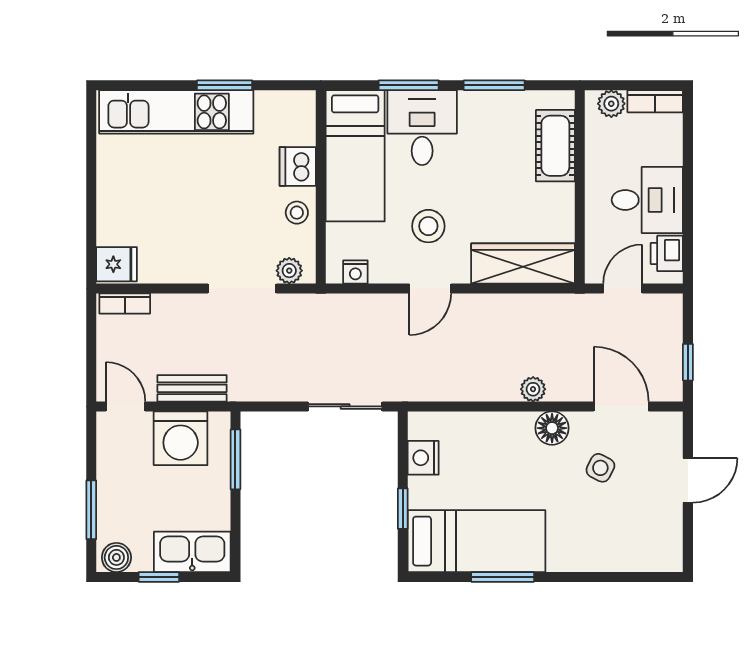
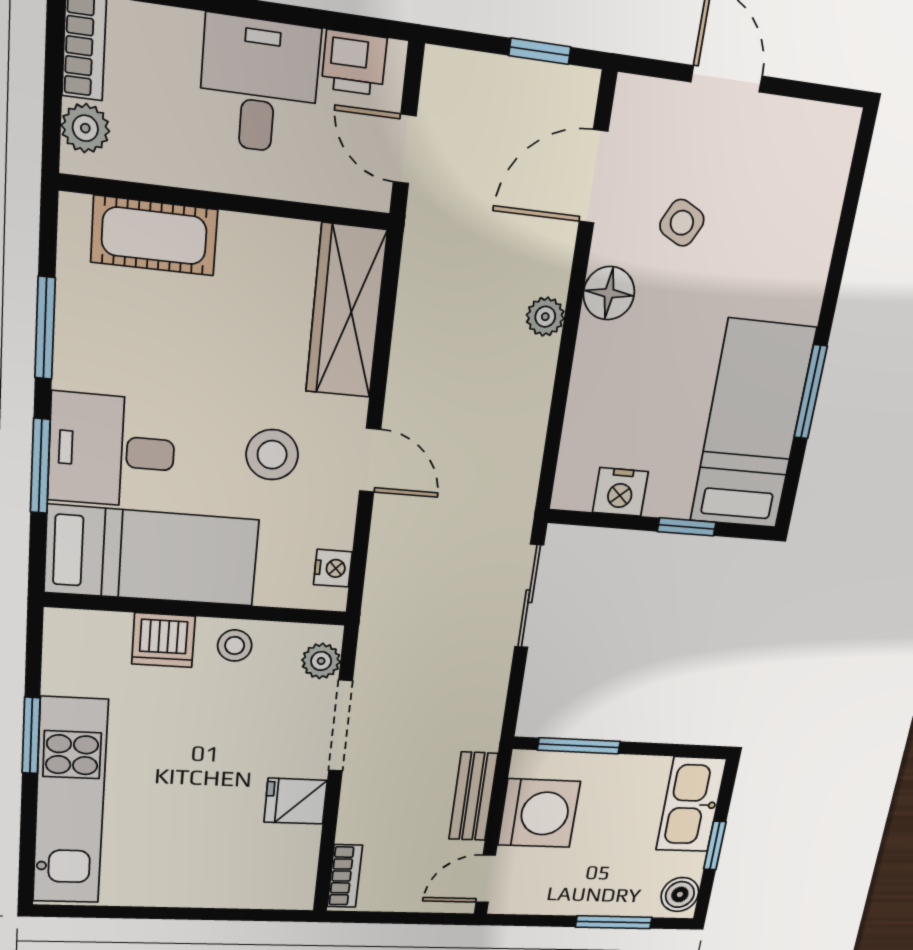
fridge: (117, 264) -> (296, 801), moved, turned -90

